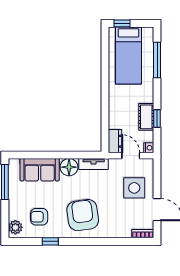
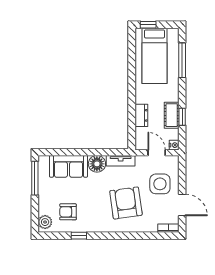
dresser: (115, 141) -> (141, 115), moved
armchair: (83, 215) -> (126, 203), moved

